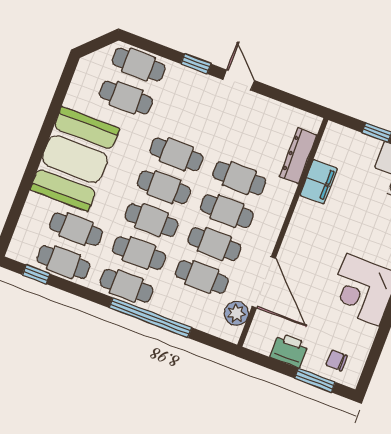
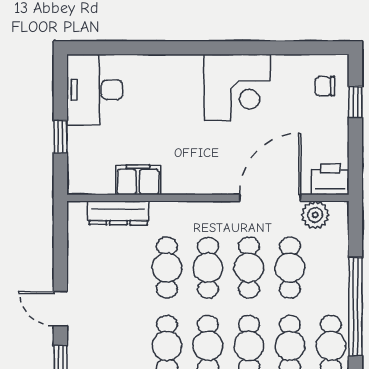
door: (239, 80) -> (60, 309), hinge flipped
printer: (289, 350) -> (330, 179), moved, turned 90
chair: (337, 360) -> (325, 86), turned 90
window: (315, 380) -> (355, 102), width x0.67

